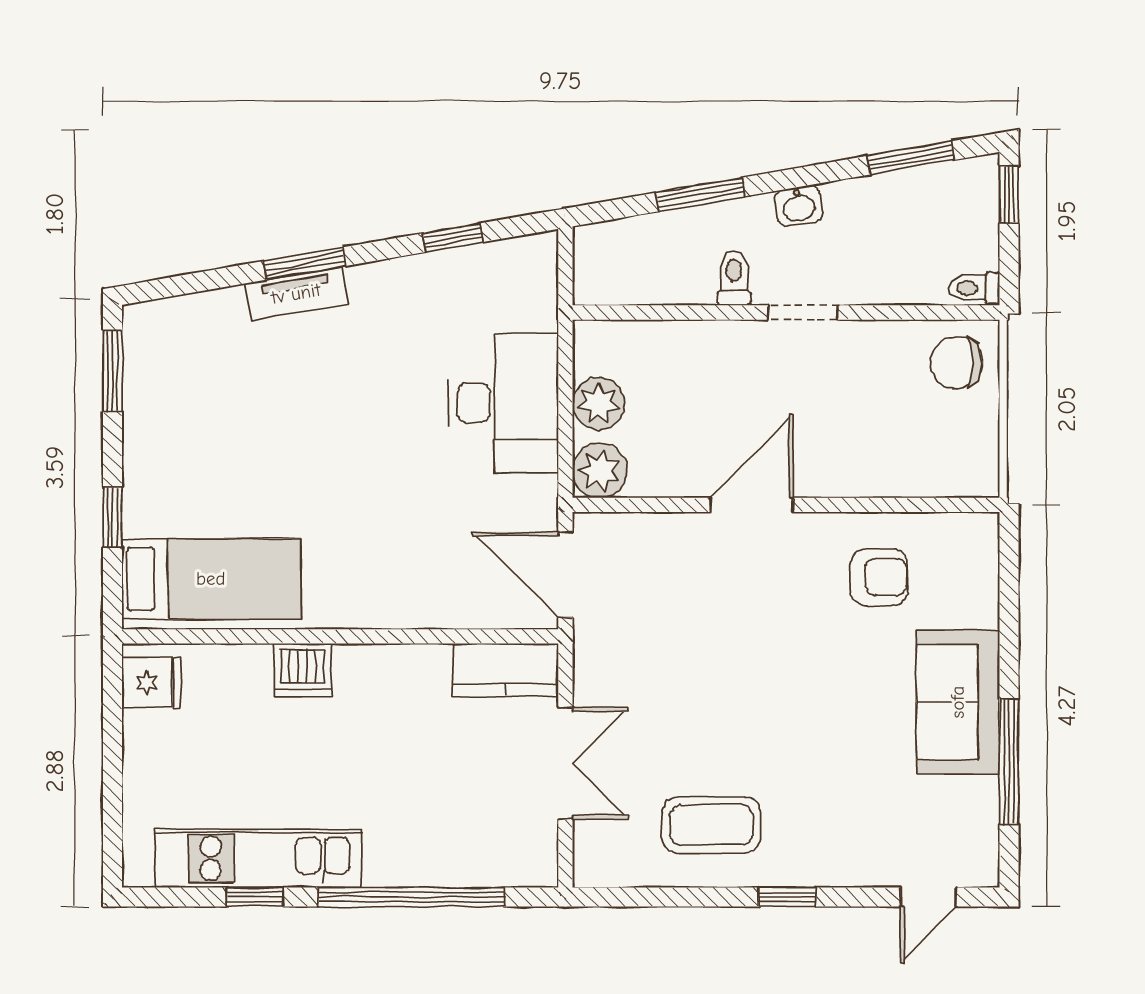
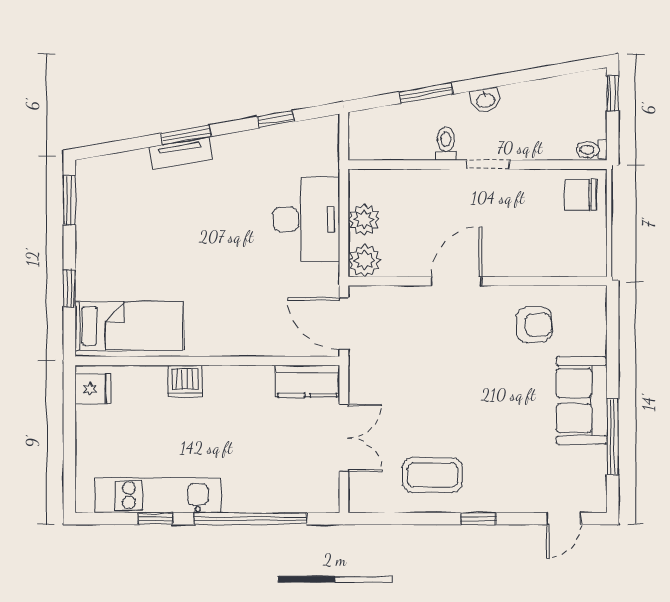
window: (911, 158) -> (553, 71), removed

